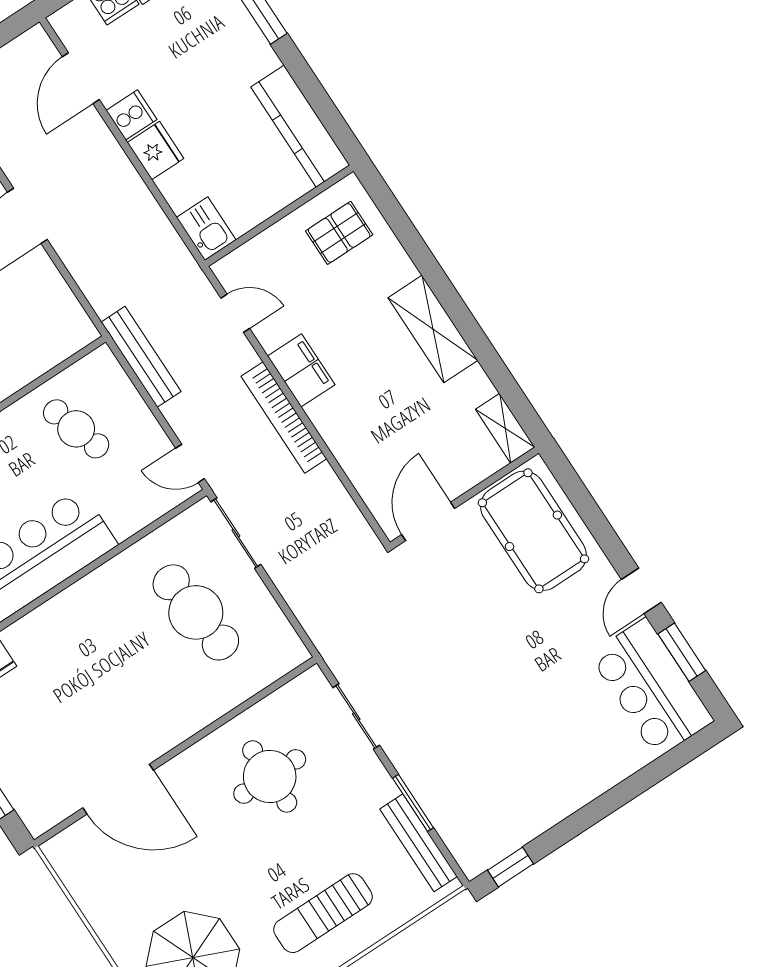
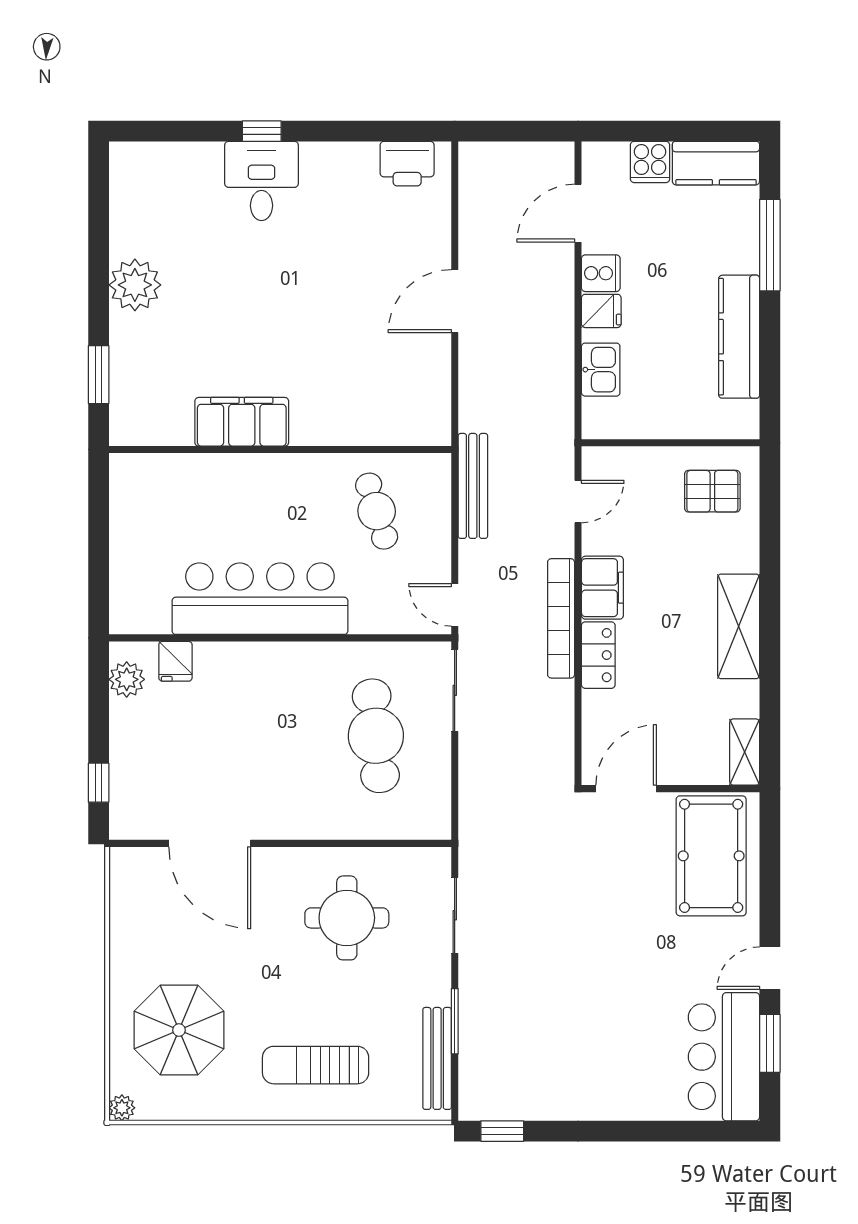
kitchen counter: (300, 126) -> (739, 337), moved
fridge: (155, 151) -> (601, 311), width x0.72
kitchen sink: (206, 229) -> (601, 370), moved
door: (235, 313) -> (578, 502), hinge flipped
locker: (334, 428) -> (598, 655), added

